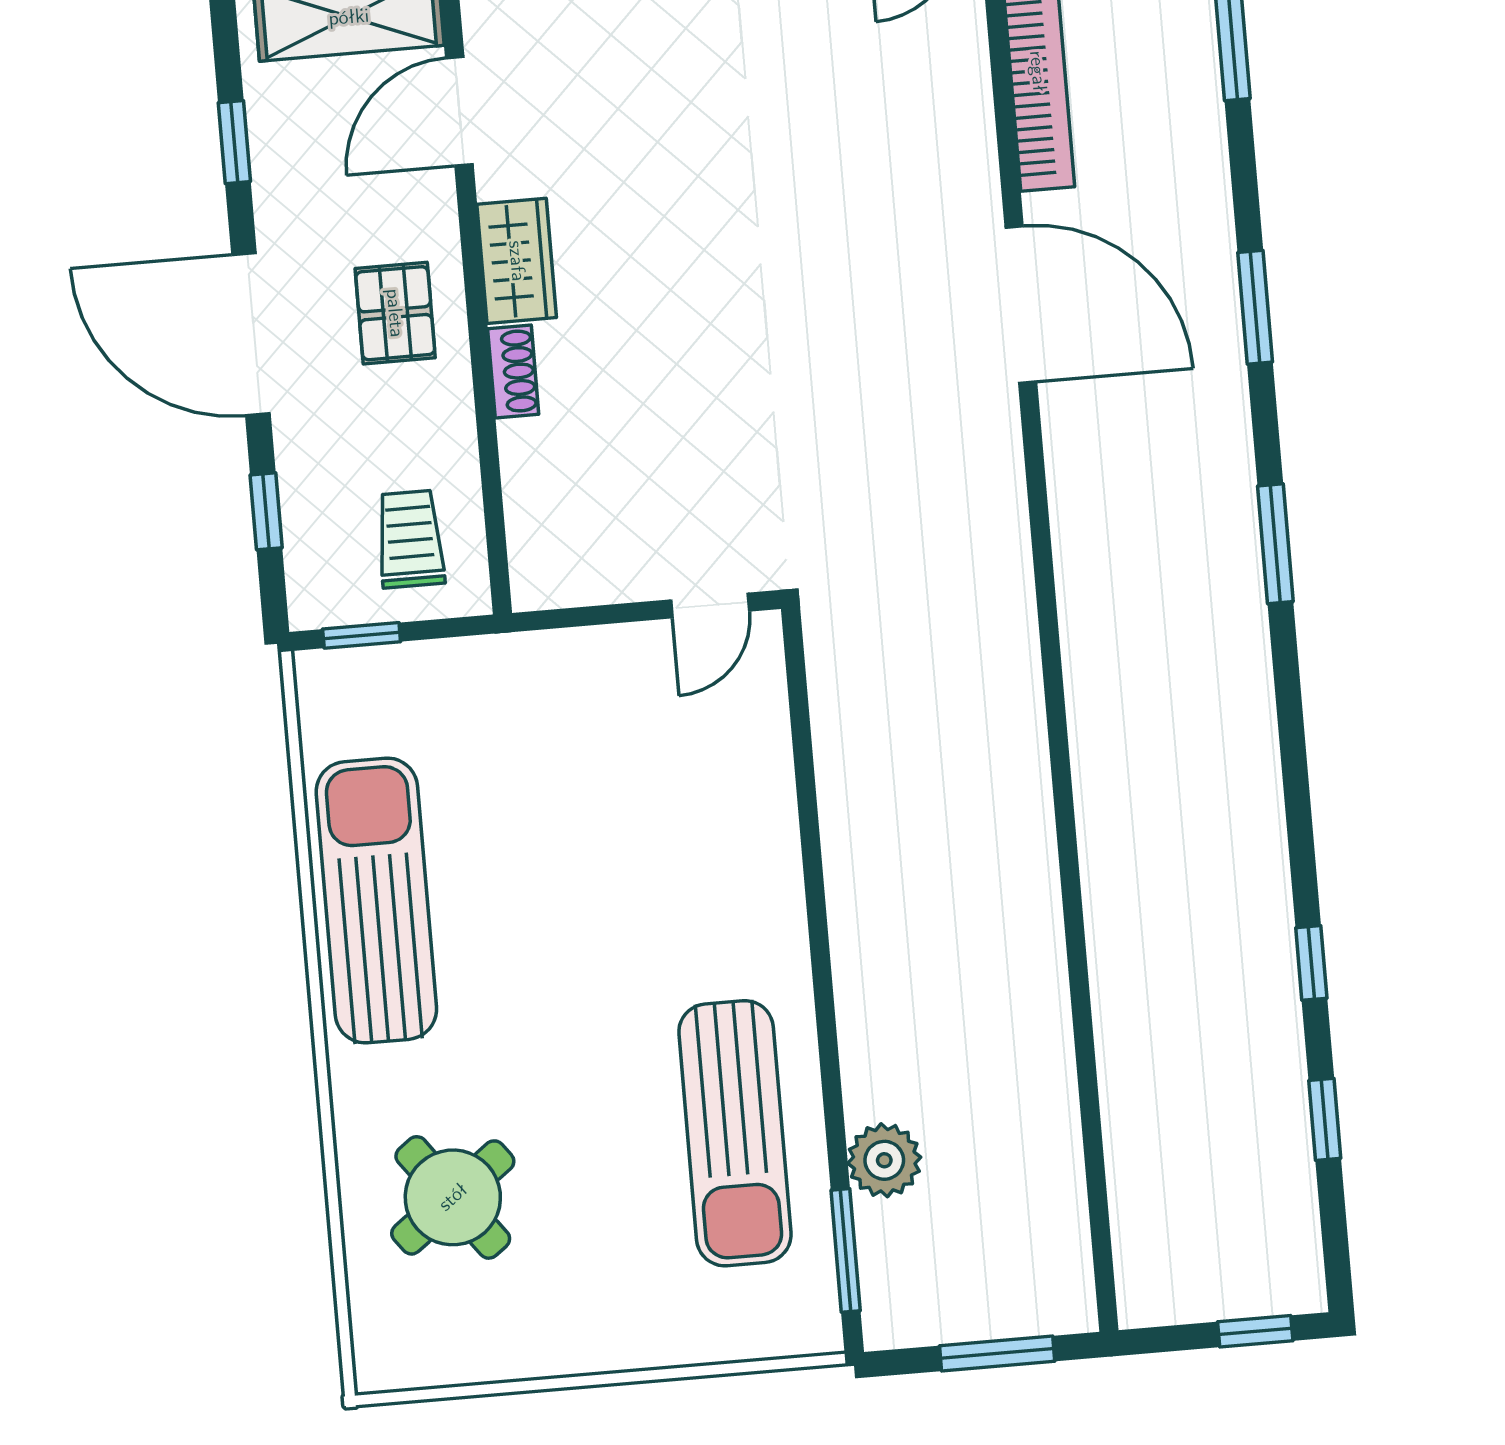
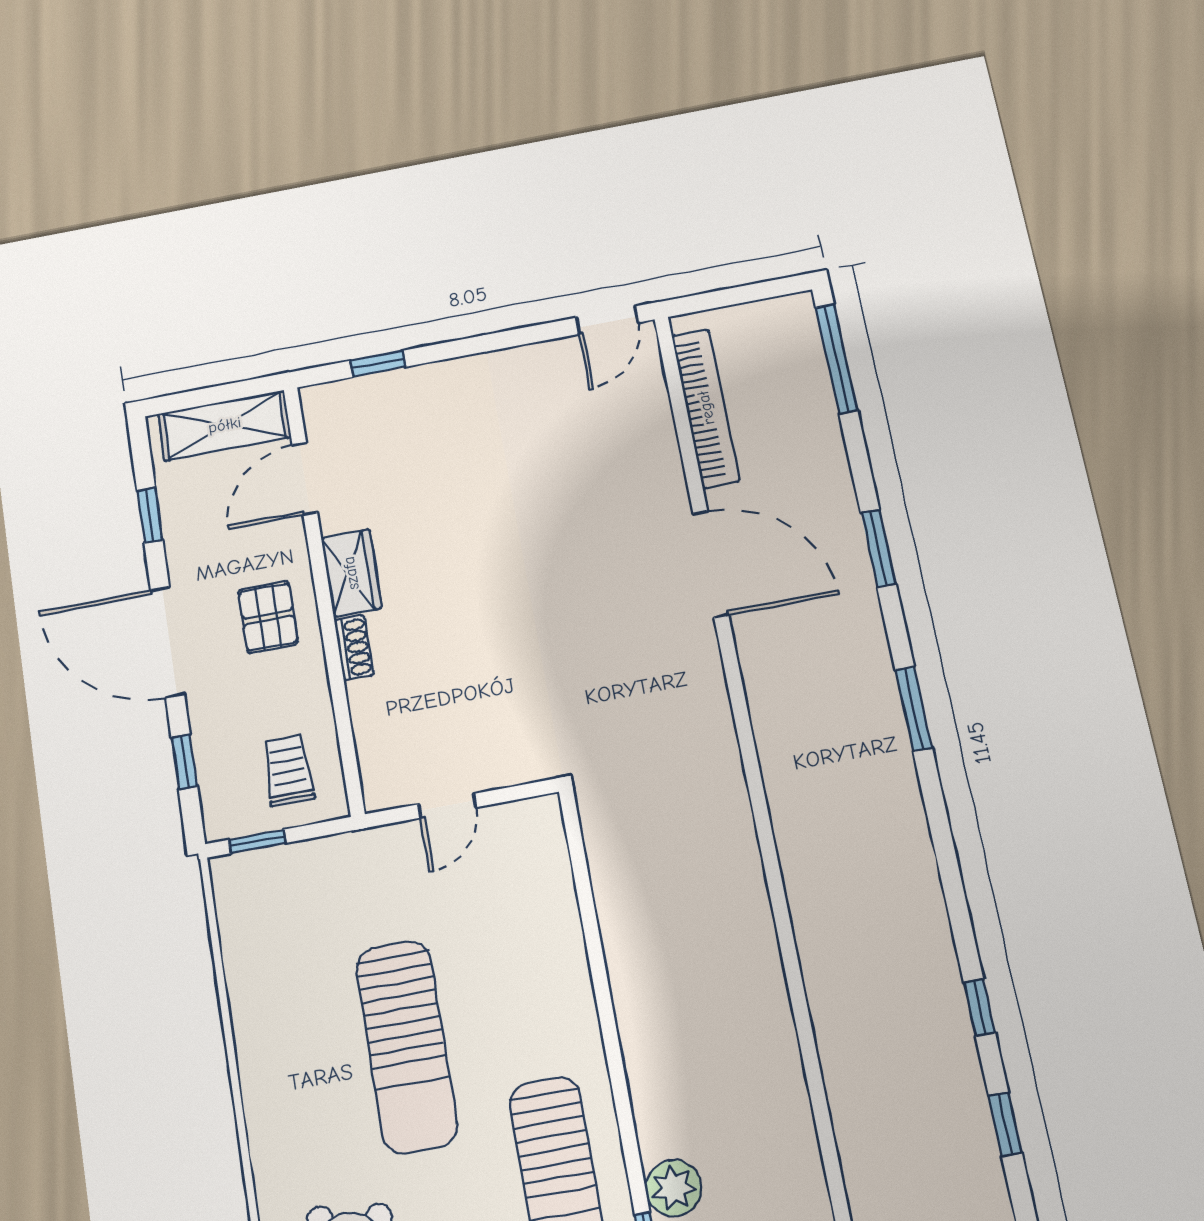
door: (710, 606) -> (447, 806), moved
sun lounger: (376, 901) -> (407, 1046), moved, turned 180

